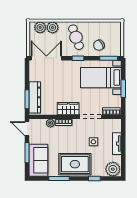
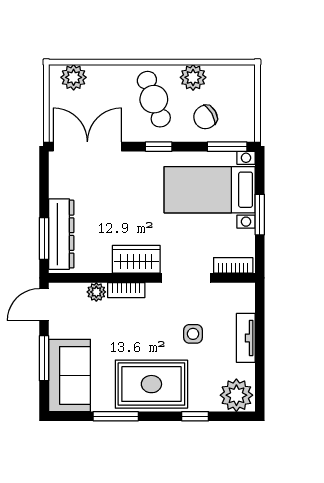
plant: (53, 28) -> (193, 77), moved
door: (27, 129) -> (44, 305), hinge flipped

